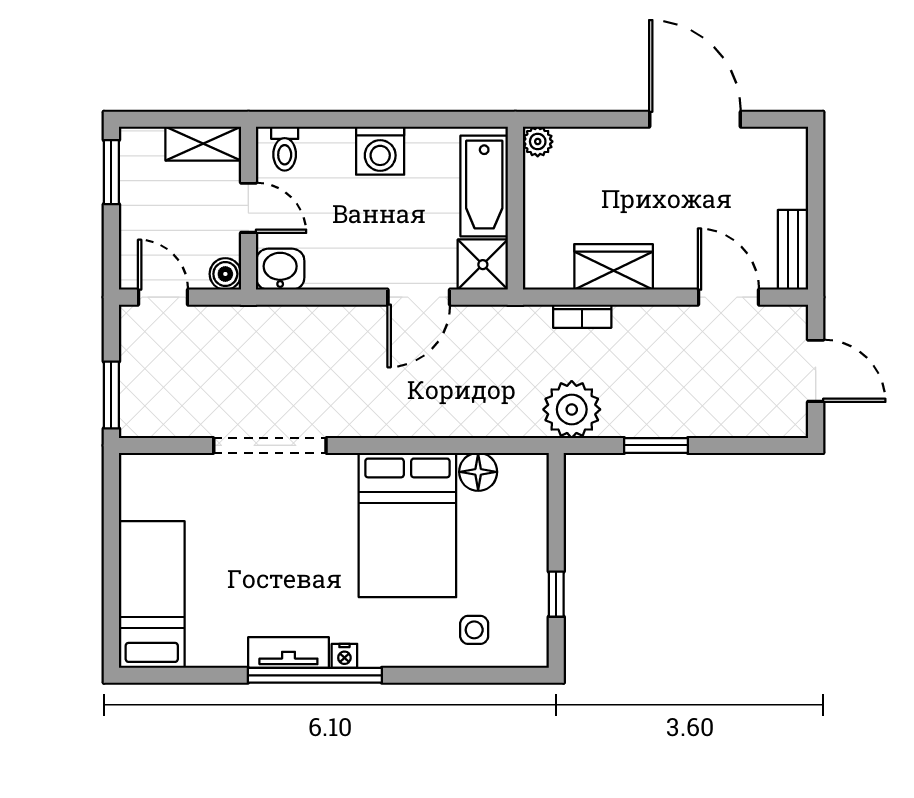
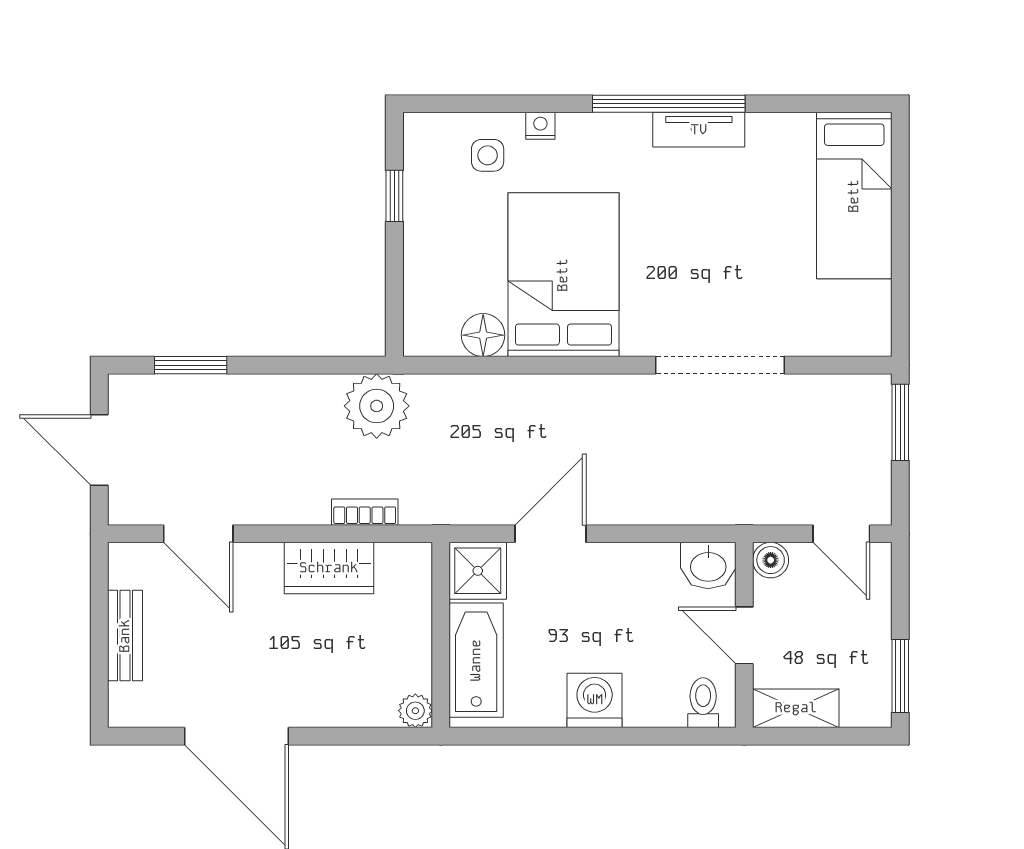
bench: (793, 250) -> (125, 636), moved
window: (656, 445) -> (191, 365), moved
nightstand: (344, 656) -> (540, 126), moved

